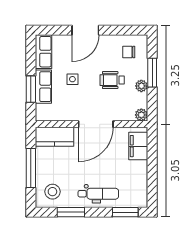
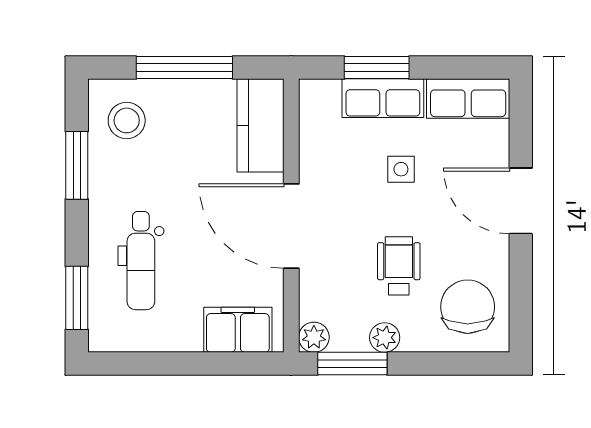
chair: (129, 52) -> (468, 307), width x1.87, depth x1.87
window: (152, 73) -> (352, 364), moved
dental chair: (98, 194) -> (141, 261), moved

